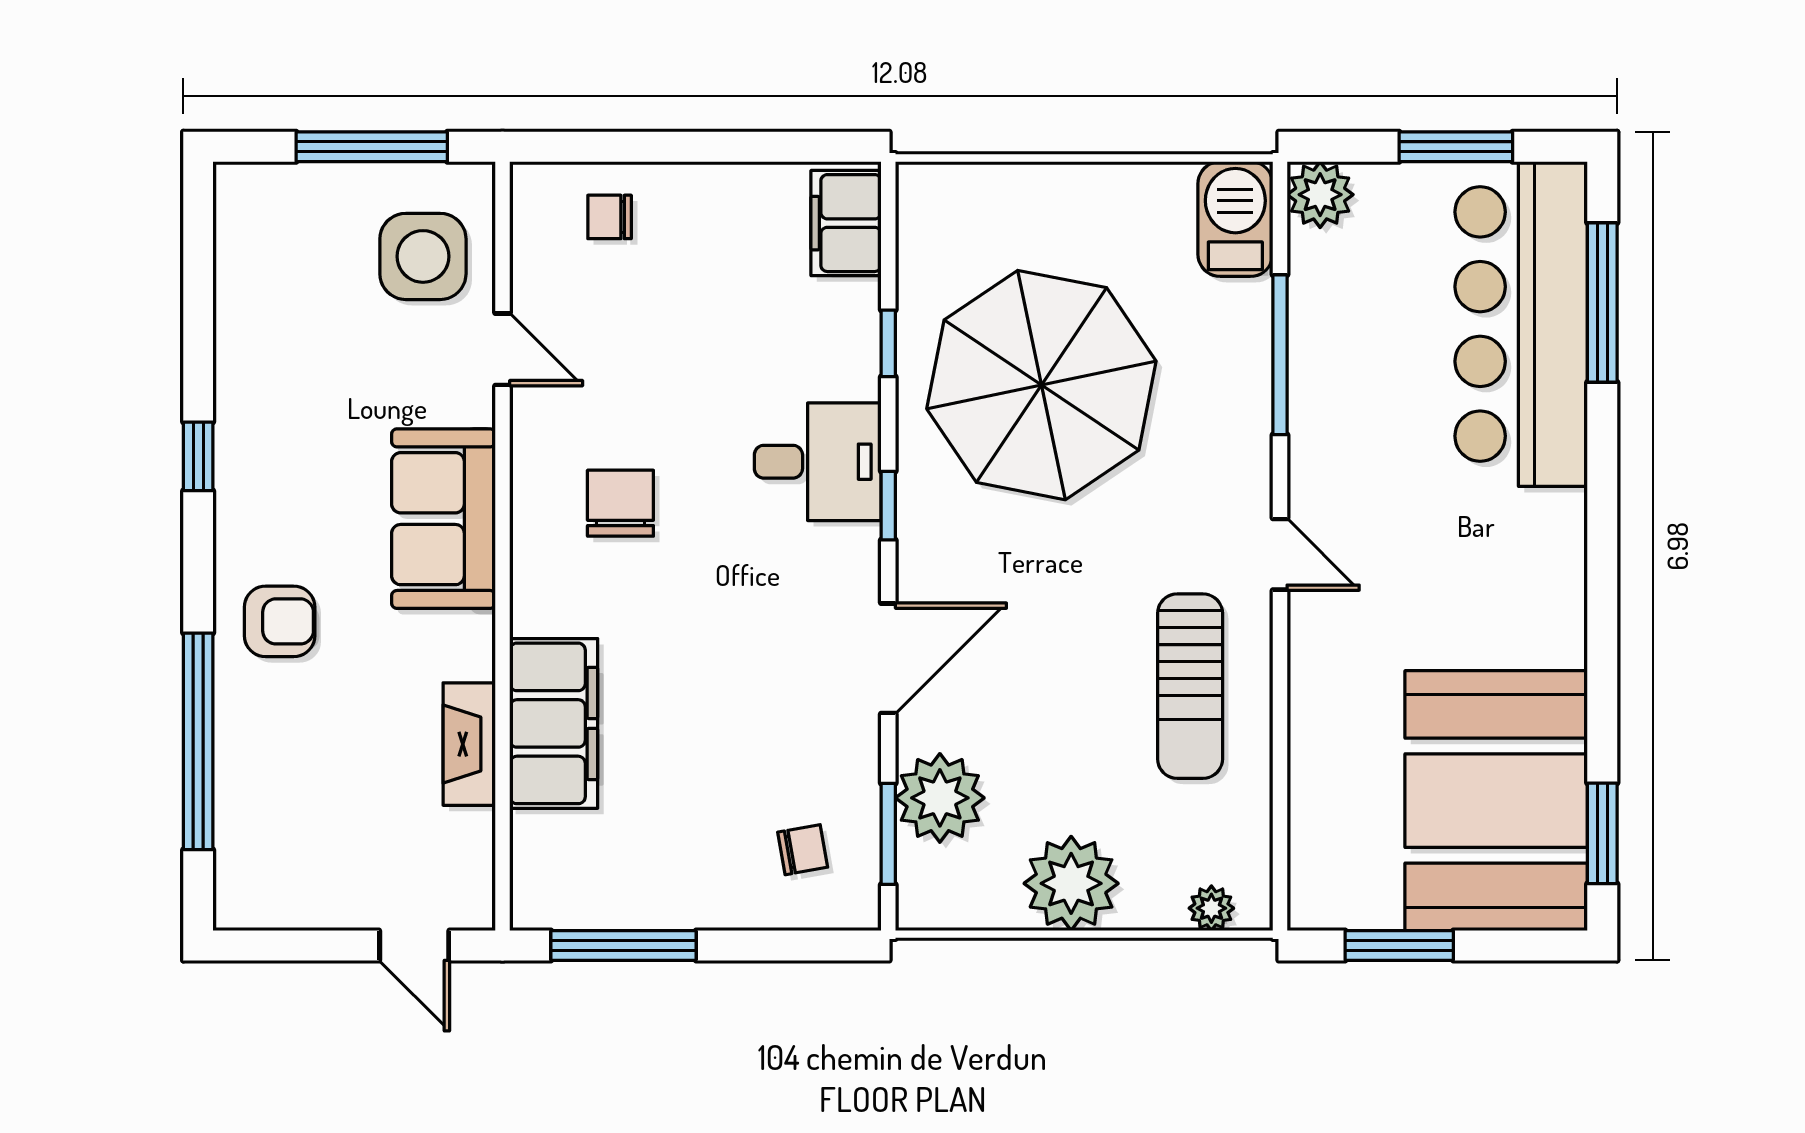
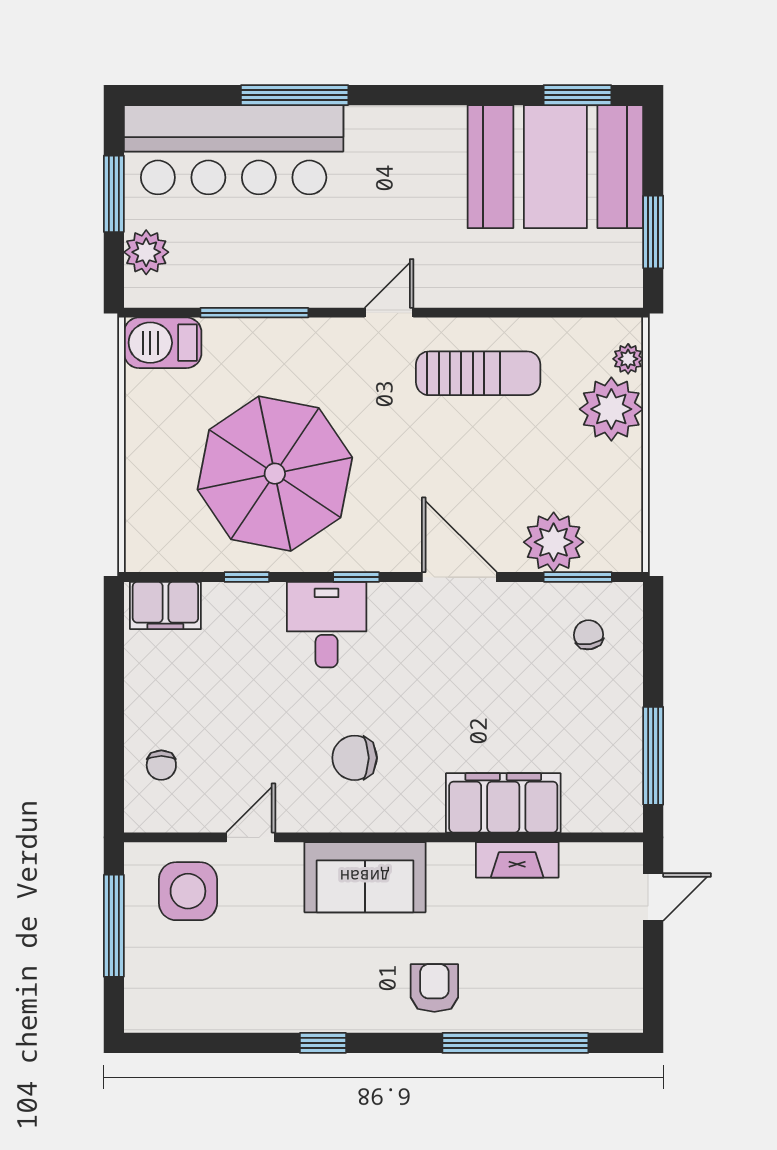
plant: (1320, 195) -> (146, 252), moved
window: (1602, 303) -> (295, 95), moved
plant: (1071, 883) -> (611, 409), moved

